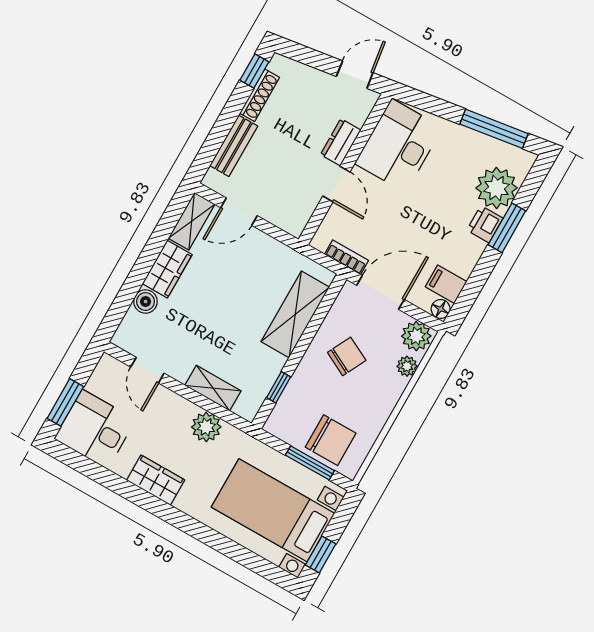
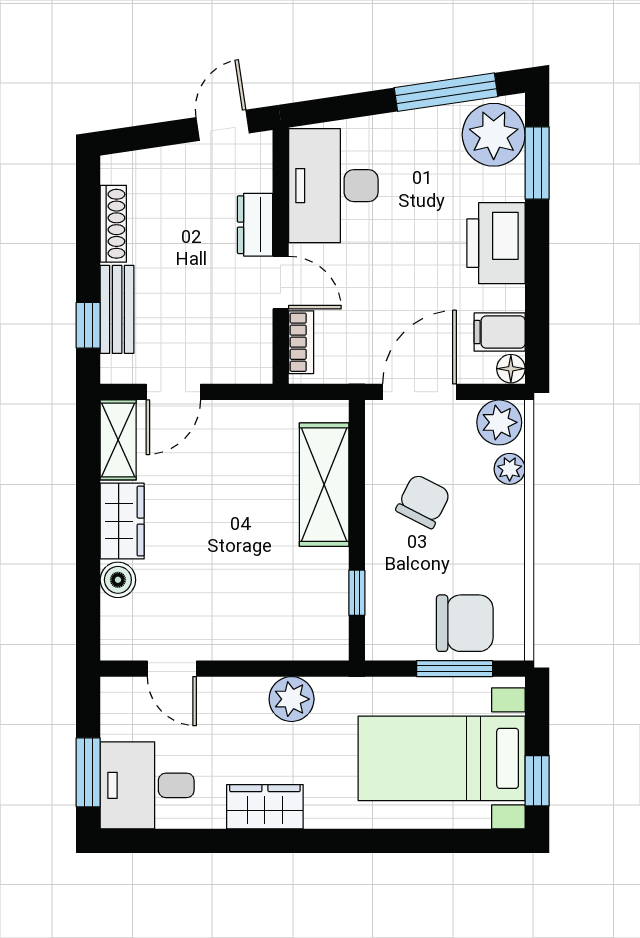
window: (254, 71) -> (88, 325), moved
plant: (497, 188) -> (494, 135), moved
printer: (485, 224) -> (496, 243), width x1.87, depth x1.48
window: (507, 228) -> (537, 163), moved
bookcase: (346, 257) -> (301, 342), moved, turned 90
shelving: (213, 388) -> (271, 643), removed

